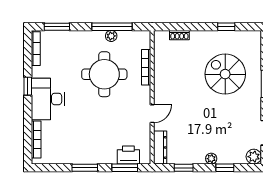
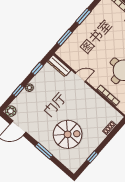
door: (152, 114) -> (81, 77), swing flipped
printer: (128, 155) -> (70, 45), removed

